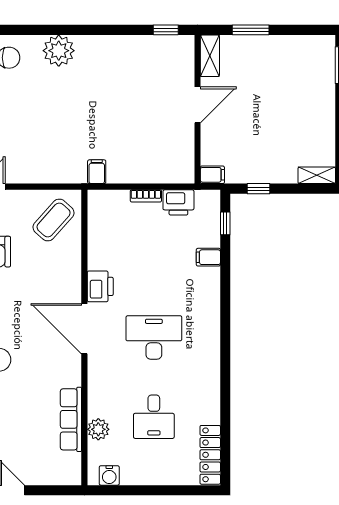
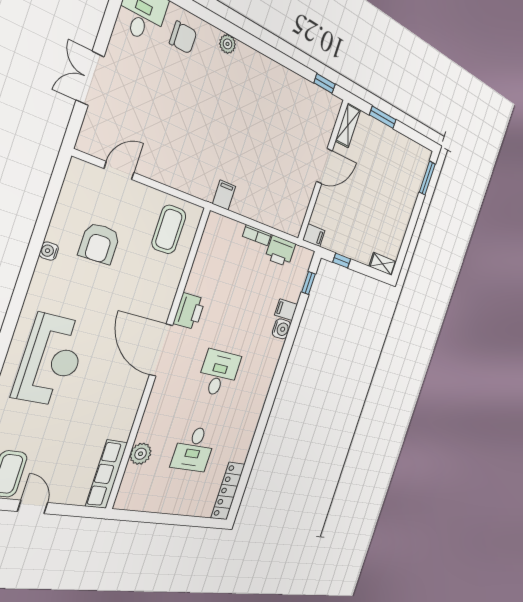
plant: (59, 51) -> (228, 44), width x0.53, depth x0.53
coffee table: (54, 220) -> (169, 229), turned -42
desk: (154, 337) -> (219, 373), width x0.73
row of seats: (71, 419) -> (107, 474), moved
water cooler: (109, 475) -> (281, 329), moved, turned -90

